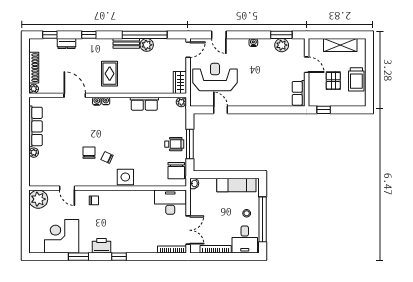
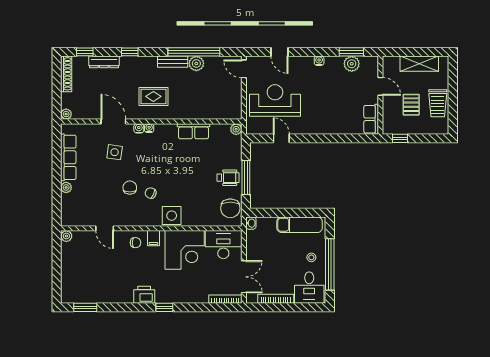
dresser: (67, 44) -> (104, 62), width x1.44
door: (188, 50) -> (244, 69), swing flipped
shoe rack: (34, 68) -> (66, 74), moved
rug: (110, 74) -> (153, 96), turned 90
wardrobe: (180, 82) -> (234, 107), removed
side table: (76, 122) -> (115, 152), added
filing cabinet: (110, 197) -> (153, 238), added
plant: (38, 199) -> (66, 236), width x0.53, depth x0.53
corner desk: (62, 236) -> (185, 250), moved, turned 180
window: (78, 257) -> (85, 307), moved

